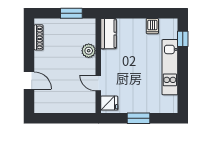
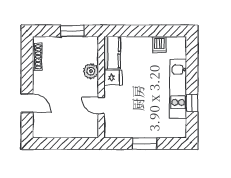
window: (183, 39) -> (192, 103), moved
fridge: (109, 103) -> (113, 78), moved

